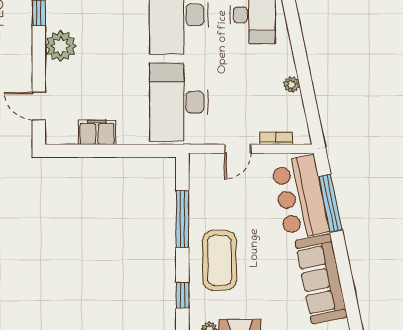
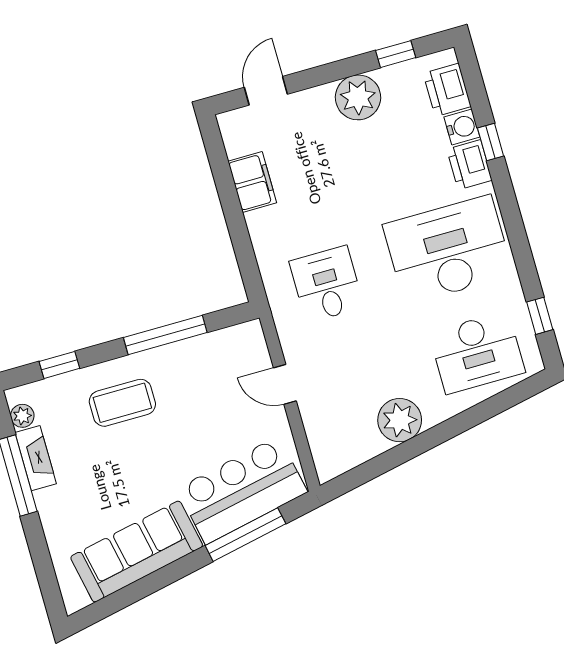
plant: (291, 85) -> (400, 420), width x1.87, depth x1.87
desk: (179, 102) -> (327, 284), width x0.53, depth x0.77
bookcase: (276, 138) -> (314, 433), removed
coffee table: (219, 260) -> (122, 403), width x0.73, depth x0.76

